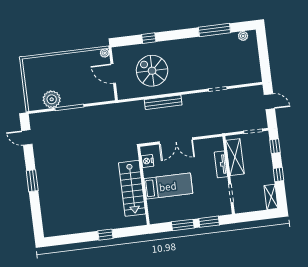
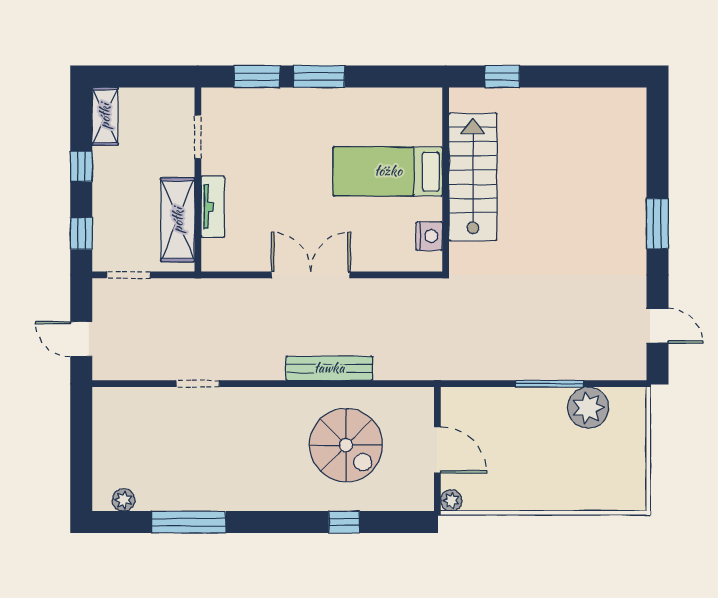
nightstand: (147, 161) -> (429, 236), moved
wall: (143, 186) -> (446, 180), moved
bed: (168, 186) -> (388, 171), moved
stairs: (132, 188) -> (473, 177), moved

